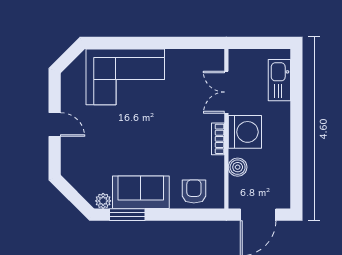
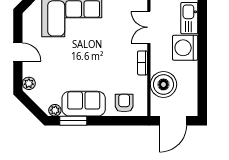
washing machine: (245, 132) -> (185, 48), moved, turned 180
plant: (69, 166) -> (29, 83), added
boiler: (238, 167) -> (163, 84), width x1.86, depth x1.86

